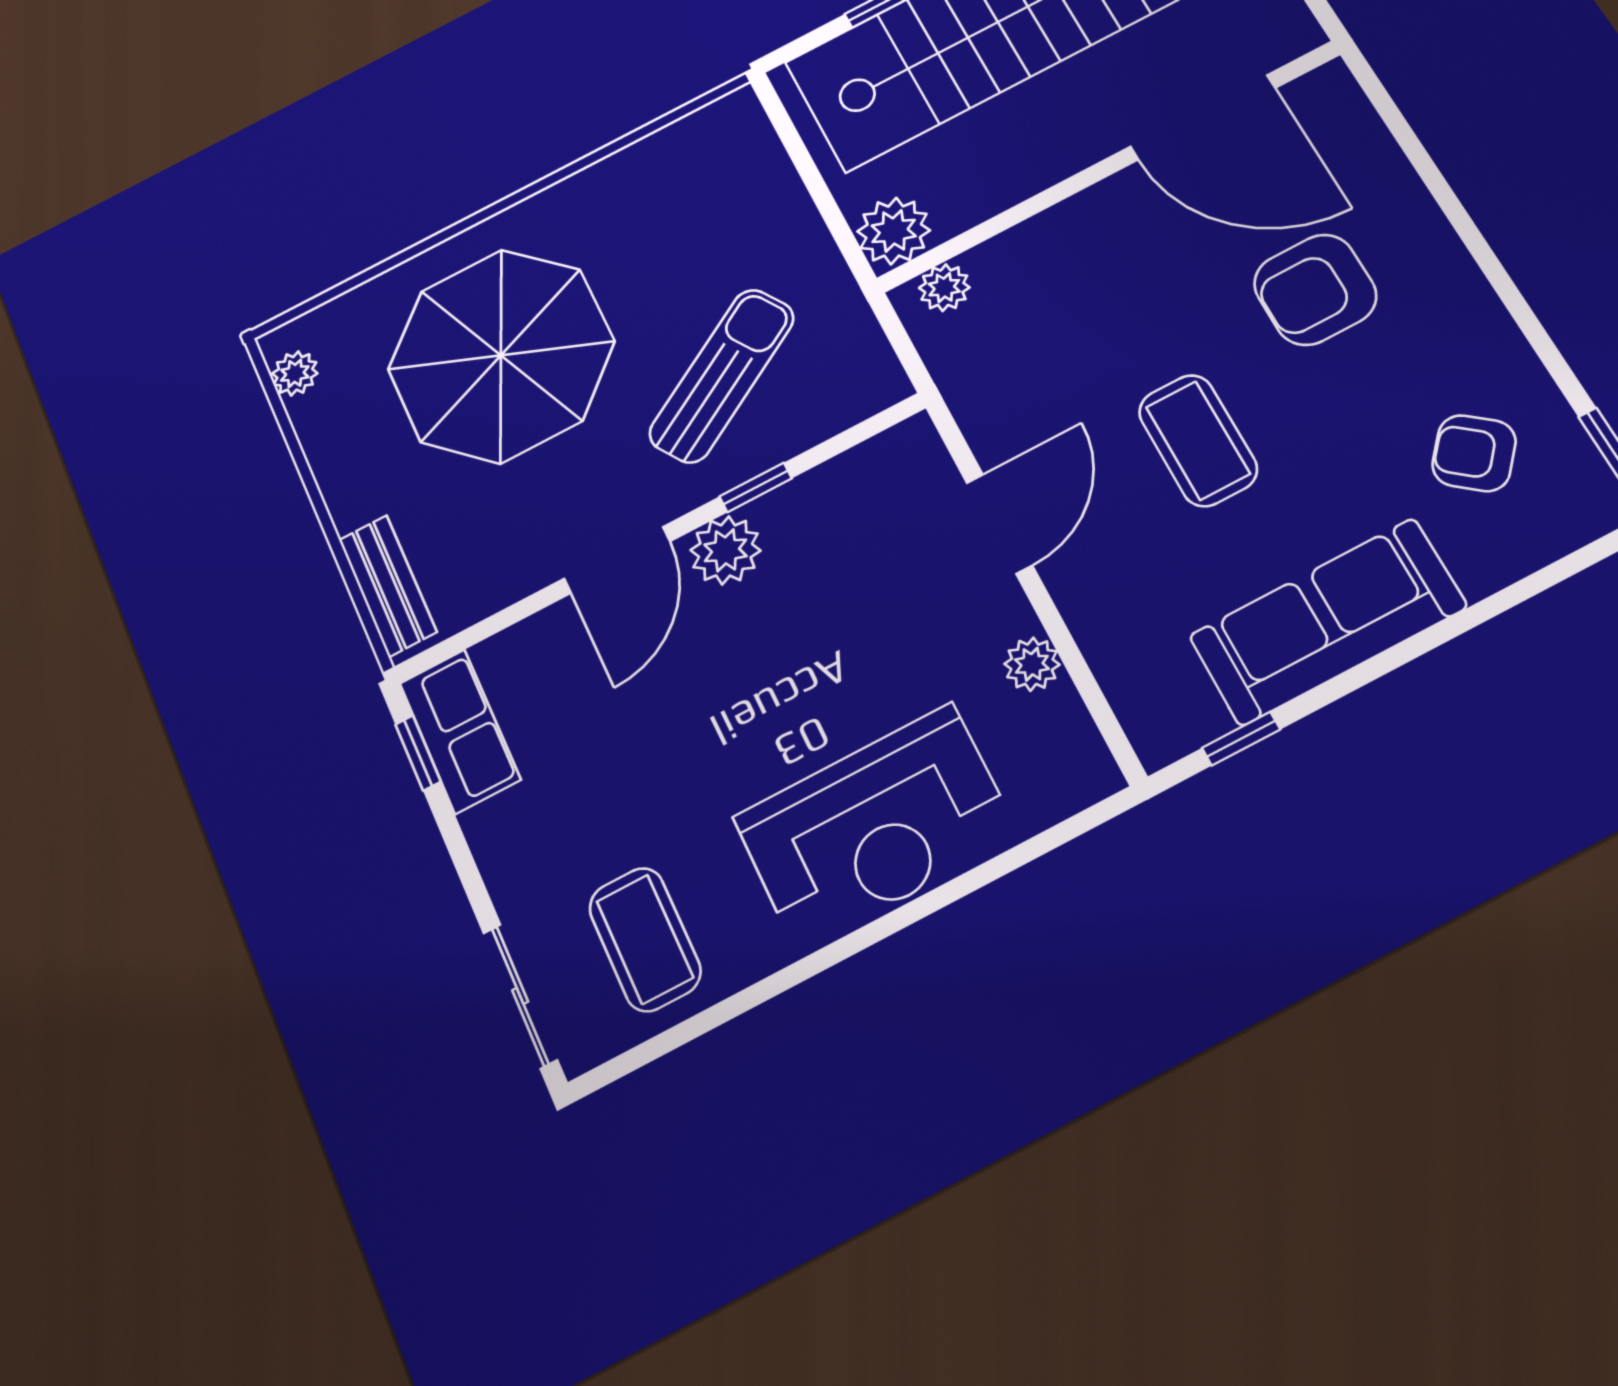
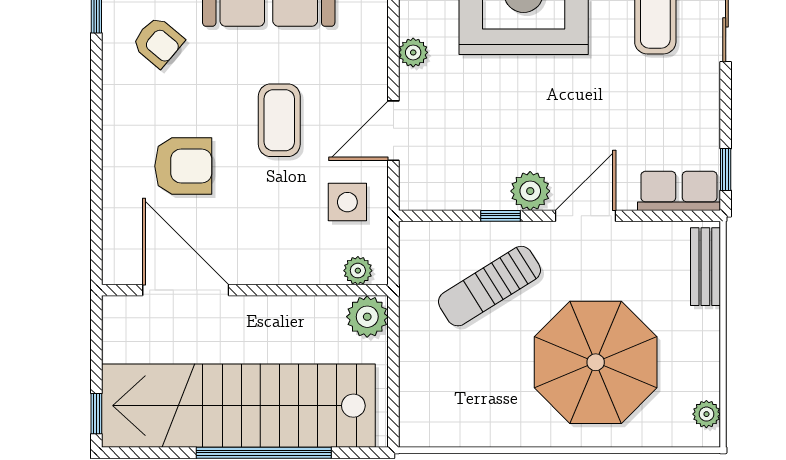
side table: (1016, 377) -> (347, 202), added
row of seats: (460, 731) -> (679, 191), moved, turned 90

